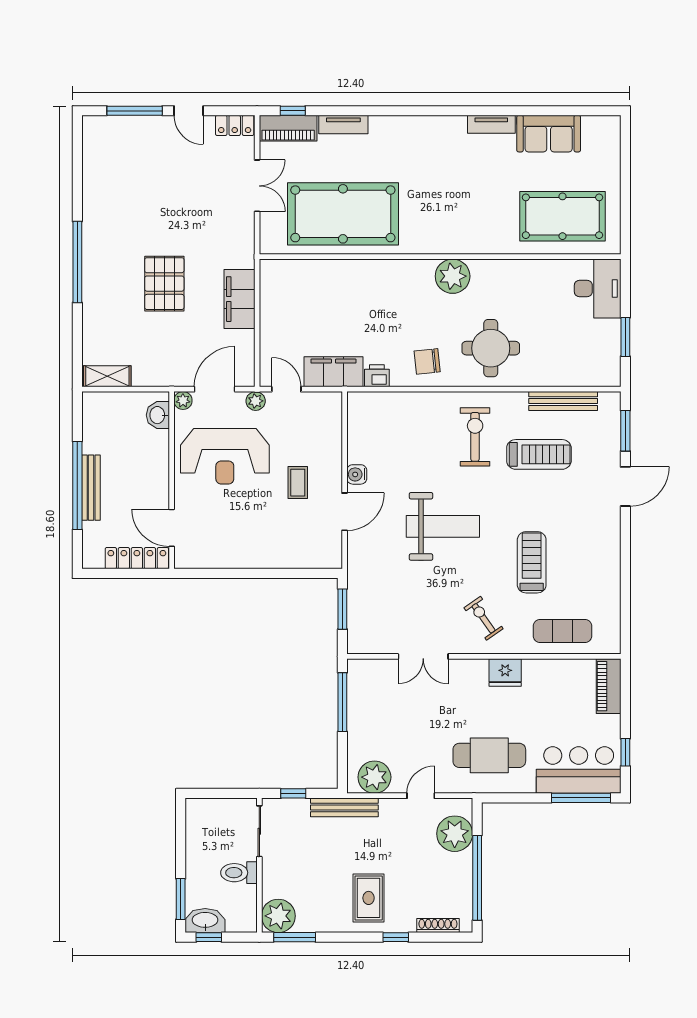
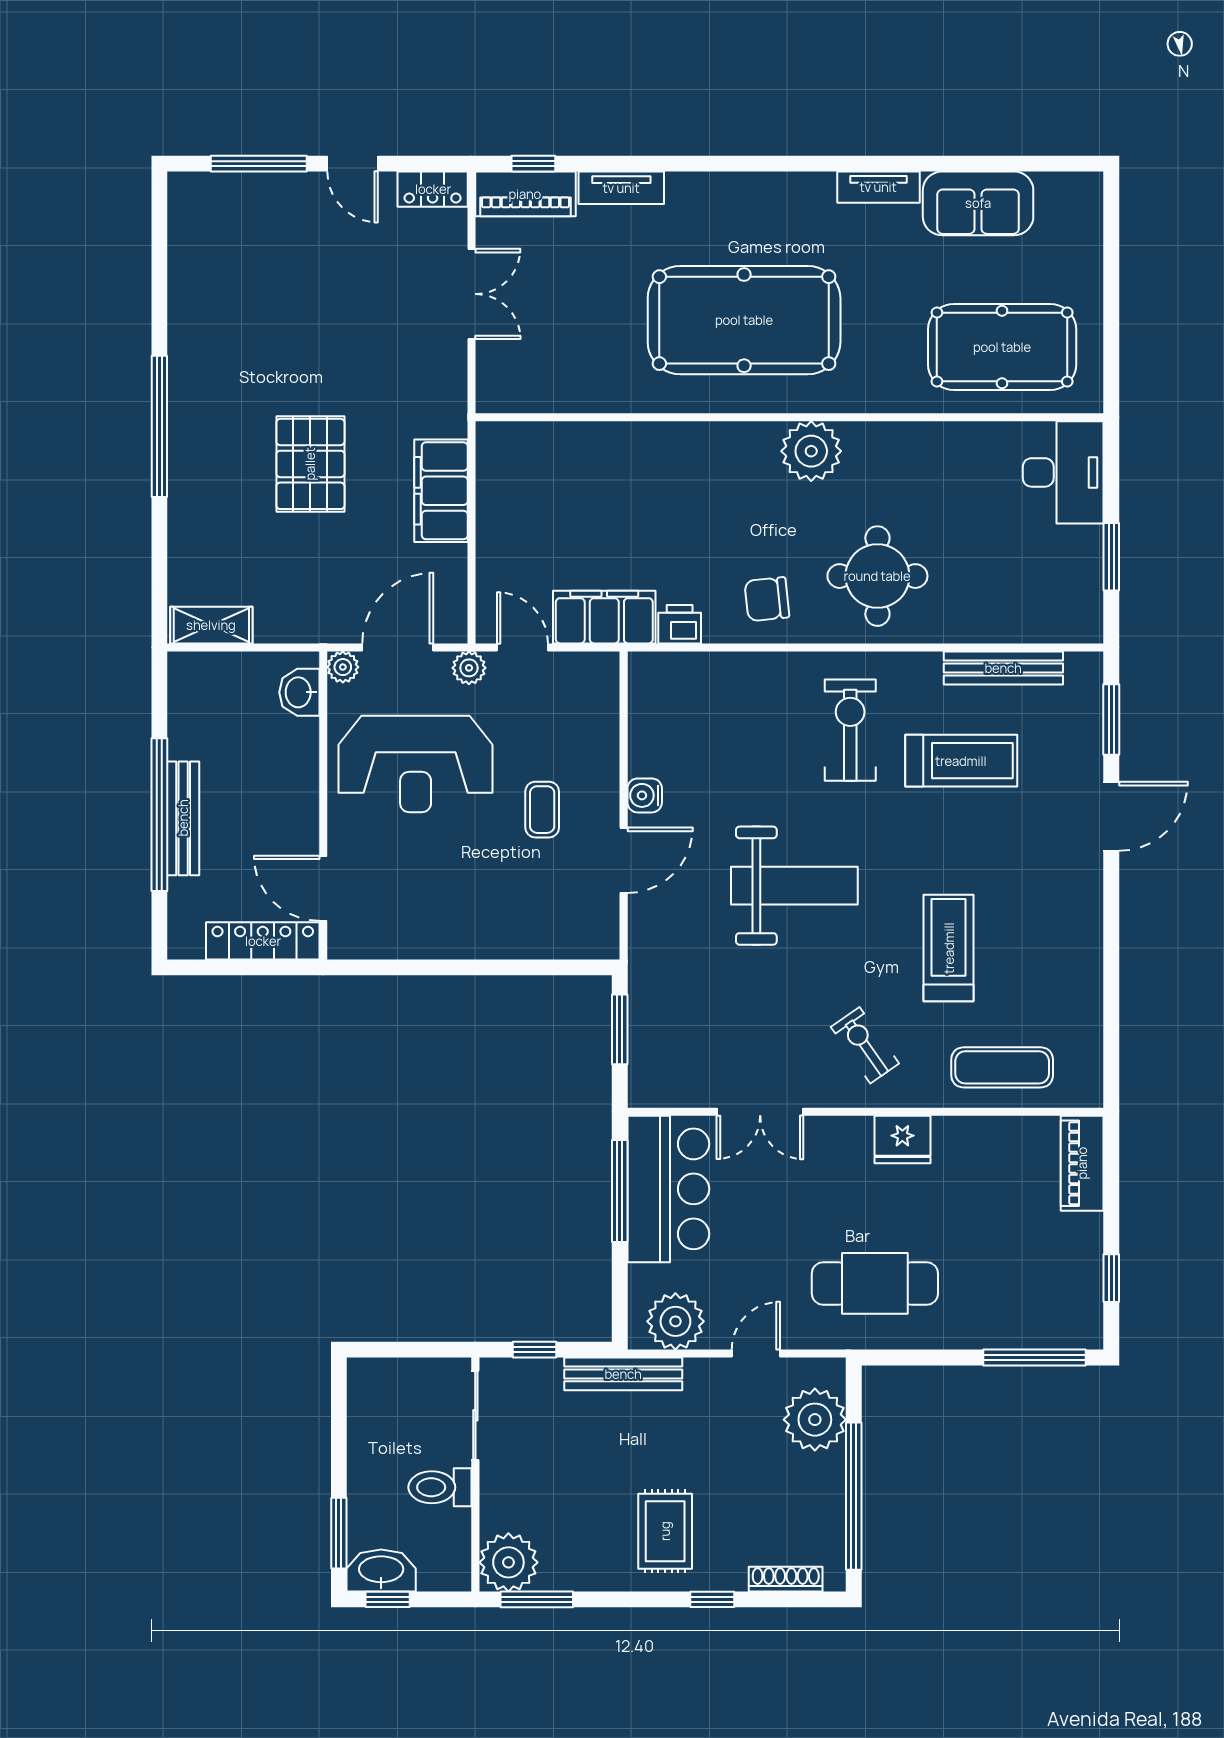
pool table: (343, 214) -> (744, 320), moved
bar counter: (579, 770) -> (668, 1189), moved, turned 90

